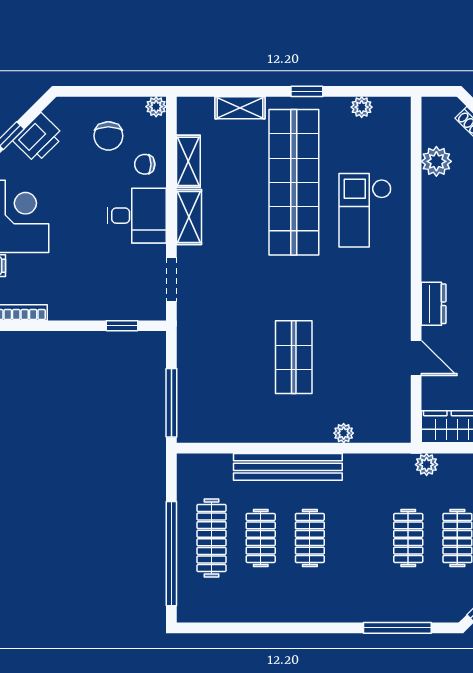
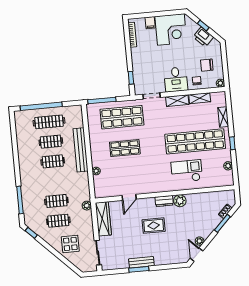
plant: (436, 161) -> (180, 201), moved
dresser: (434, 304) -> (164, 201), moved
shop shelf: (217, 357) -> (122, 117), added

